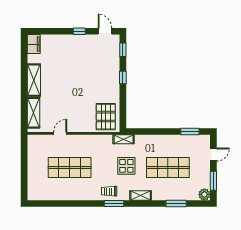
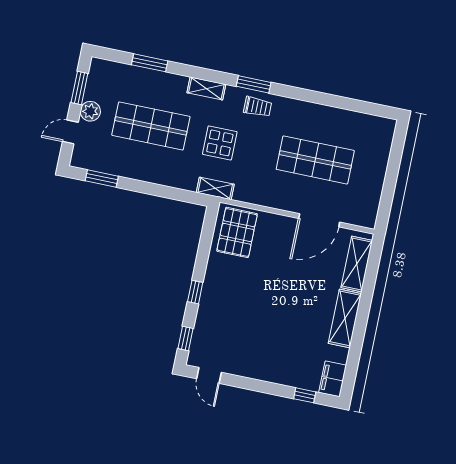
window: (79, 31) -> (305, 395), moved
door: (60, 133) -> (319, 220), width x1.87
plant: (204, 194) -> (90, 111), moved

